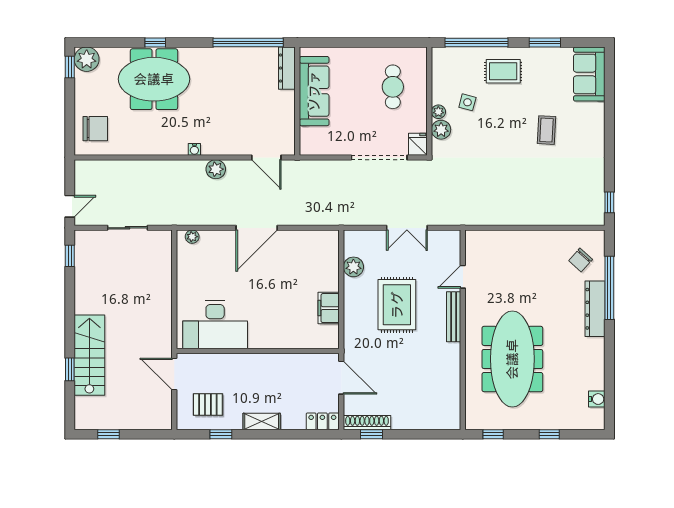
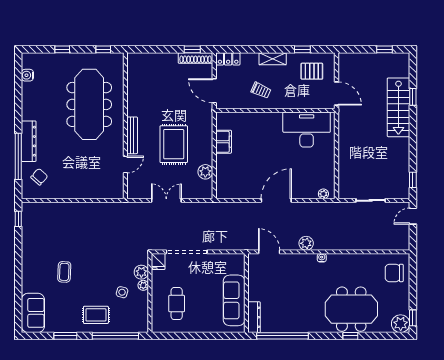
trolley: (277, 378) -> (261, 90), added

